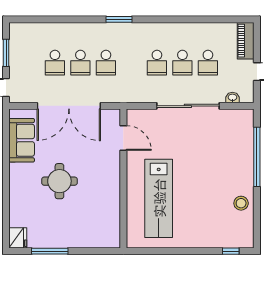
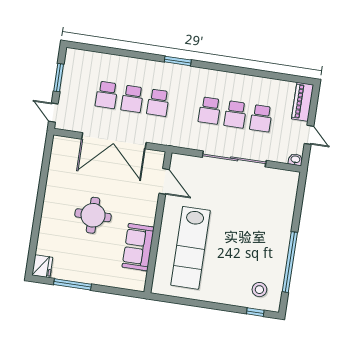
washbasin: (232, 98) -> (295, 160), moved
sofa: (22, 140) -> (138, 247), moved, turned 180
window: (257, 157) -> (290, 262), moved
stool: (241, 203) -> (259, 290), moved

